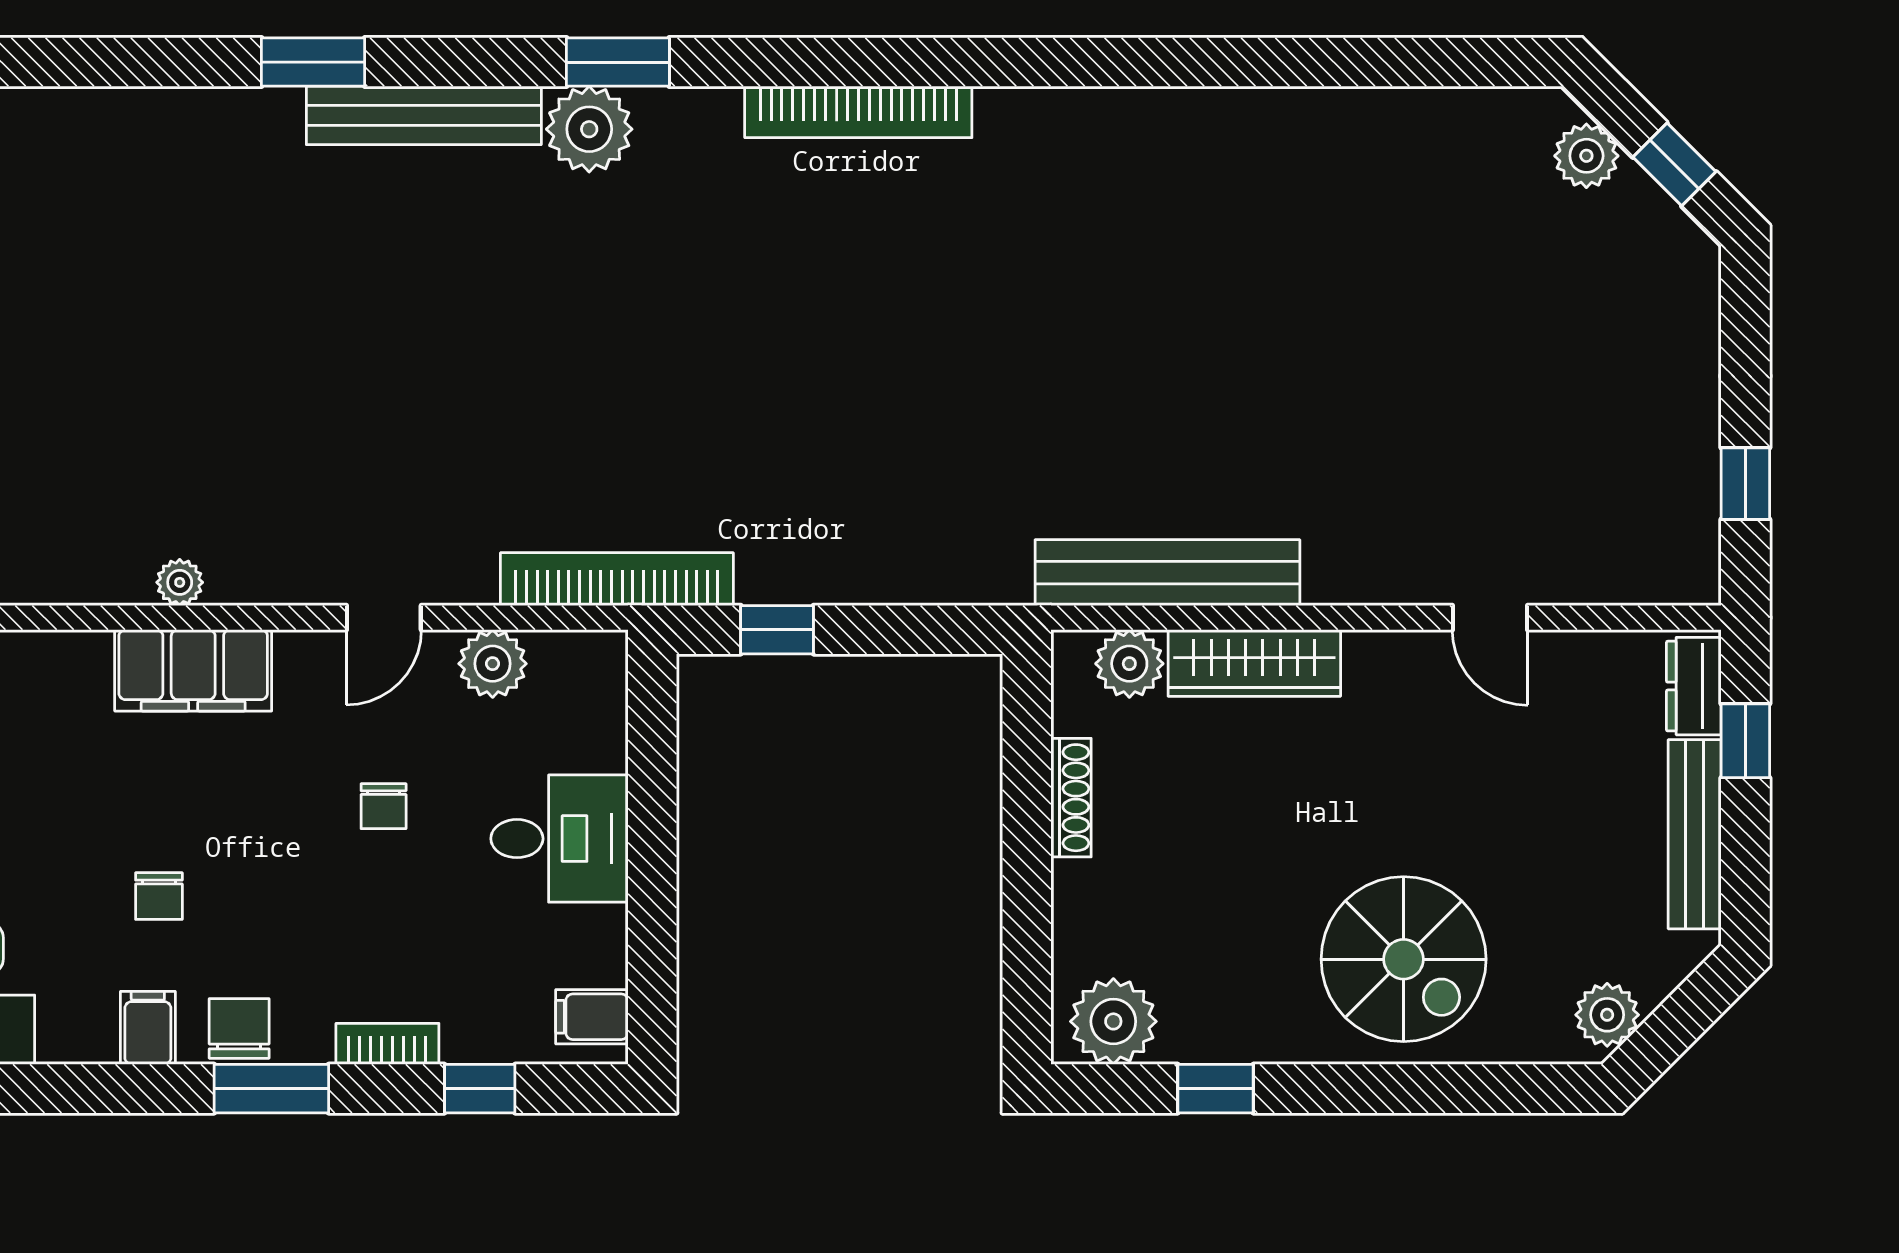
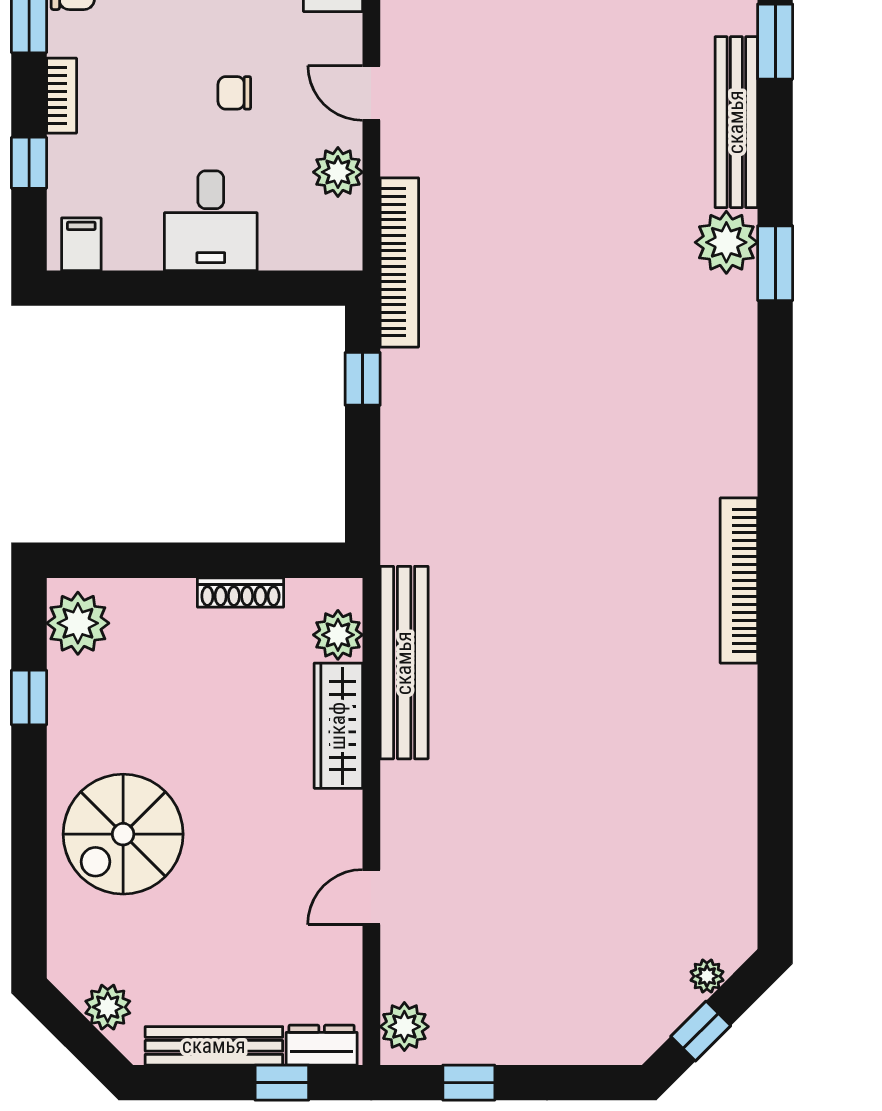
bookcase: (858, 112) -> (739, 581), moved
plant: (1586, 156) -> (707, 976), width x0.73, depth x0.73
plant: (1668, 572) -> (404, 1027), added
plant: (1607, 1015) -> (108, 1007), moved

